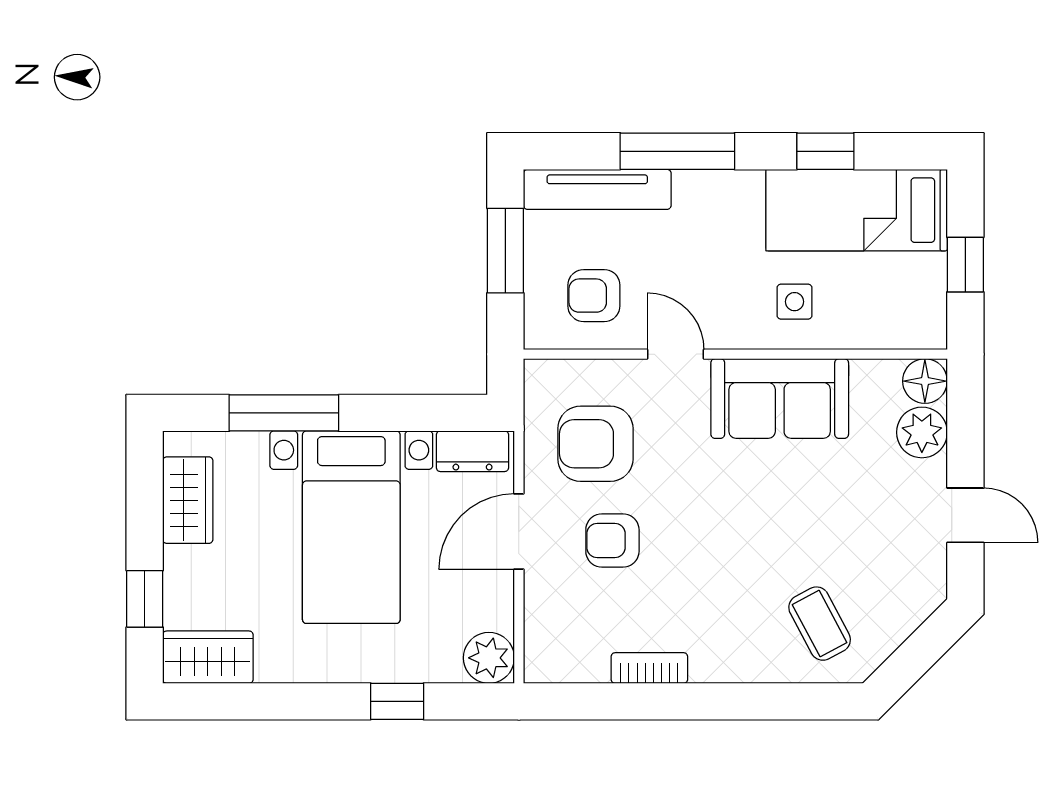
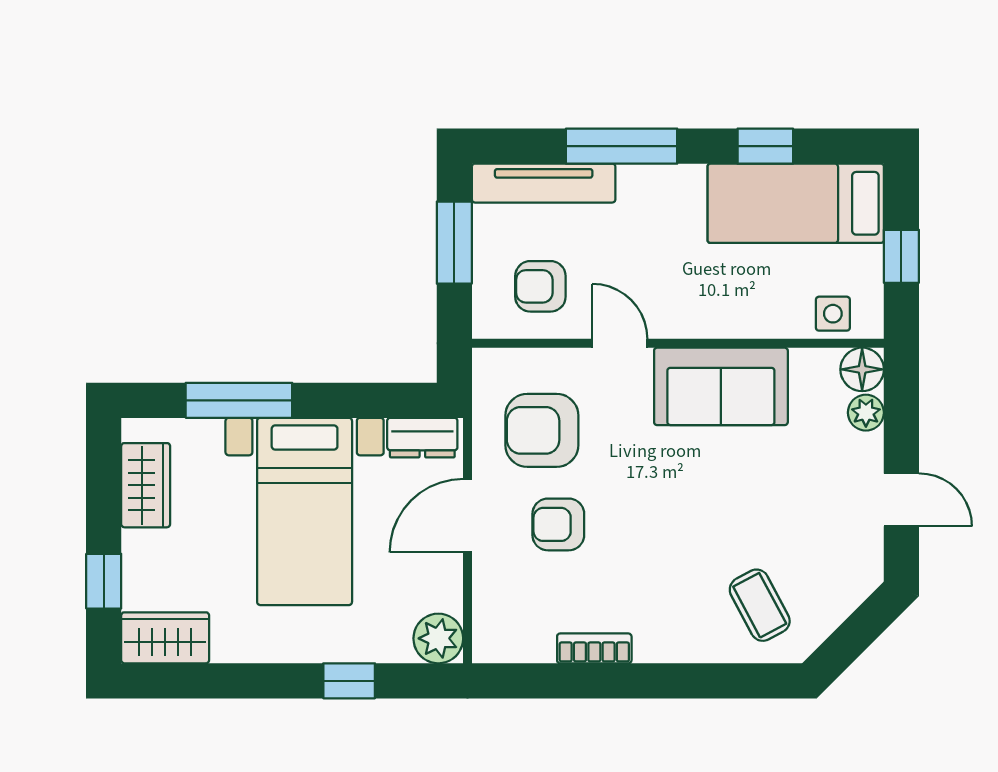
side table: (794, 302) -> (833, 314), moved
plant: (922, 432) -> (866, 413), width x0.73, depth x0.73

